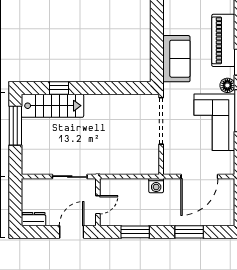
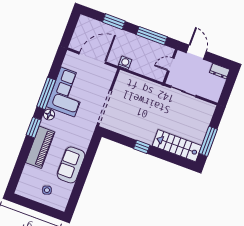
sofa: (176, 59) -> (71, 165), moved
window: (59, 88) -> (142, 147), moved
door: (72, 232) -> (196, 52), swing flipped
window: (135, 232) -> (152, 36), width x1.44

